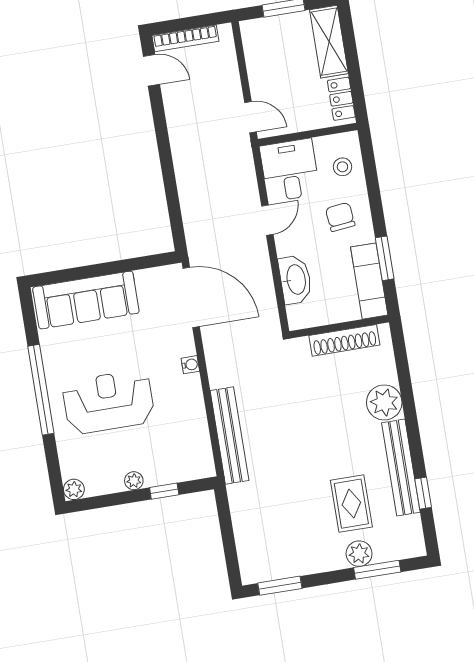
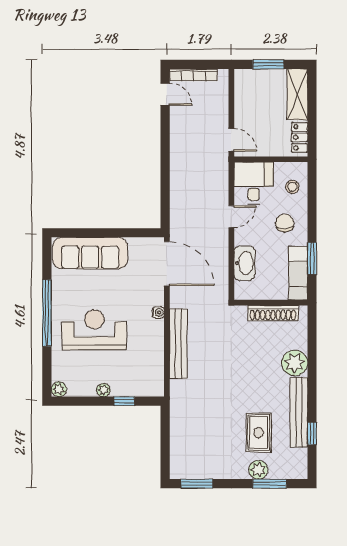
bench: (229, 435) -> (178, 344), moved

